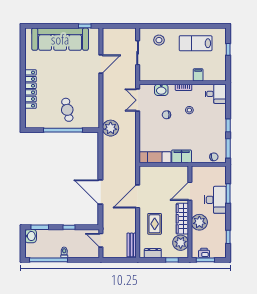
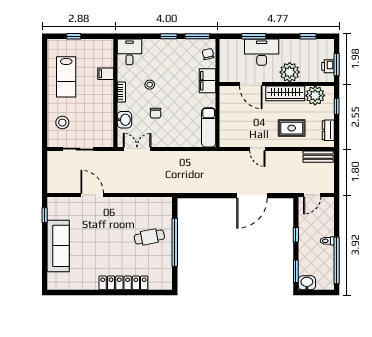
sofa: (60, 39) -> (58, 246), width x0.74, depth x0.79
double door: (138, 100) -> (137, 149), swing flipped
plant: (111, 128) -> (172, 183), removed
filing cabinet: (182, 156) -> (207, 81), moved
door: (138, 196) -> (257, 149), width x0.53

